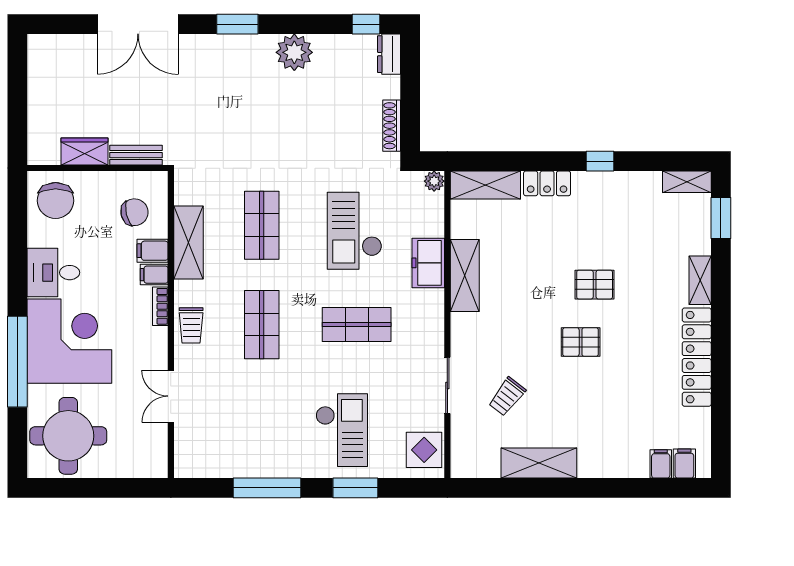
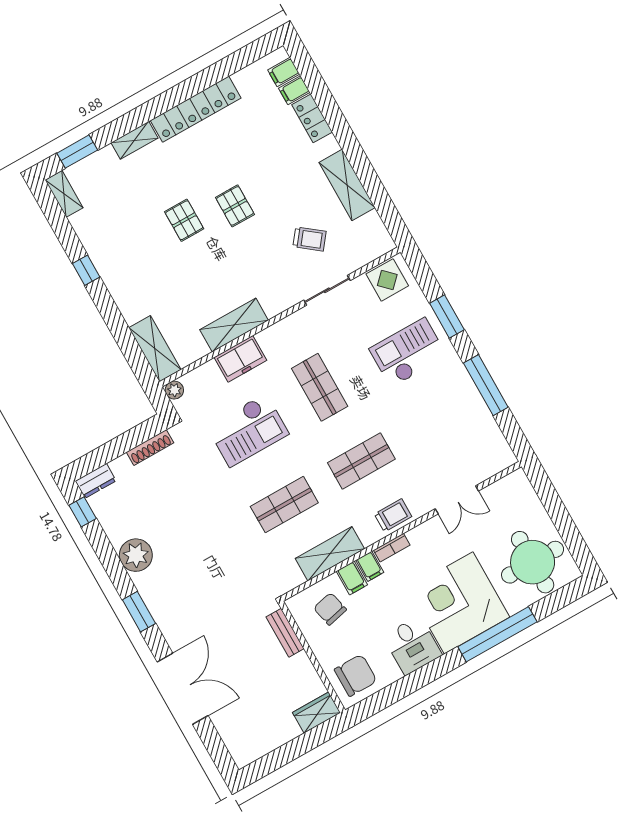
wardrobe: (84, 151) -> (316, 713), moved, turned 90
locker: (547, 183) -> (312, 118), moved, turned 180

